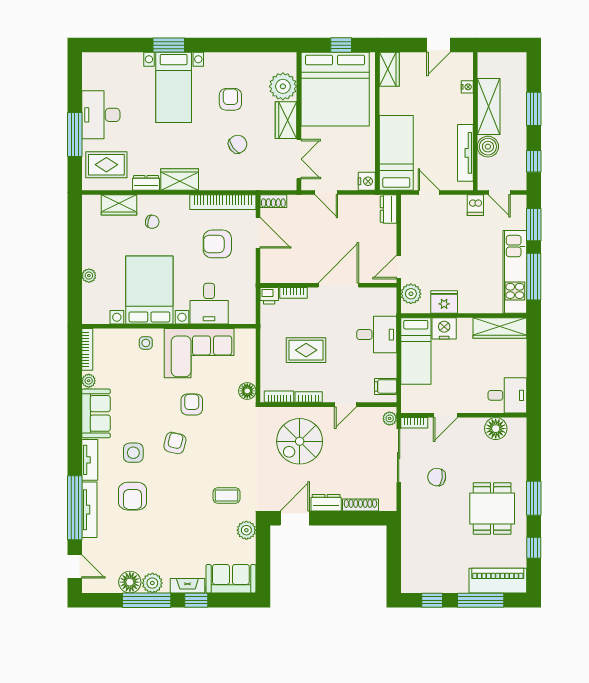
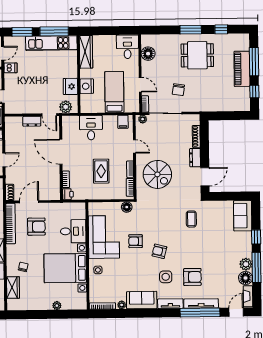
dresser: (388, 209) -> (32, 121), moved
armchair: (217, 244) -> (36, 227), turned -90
bed: (416, 351) -> (114, 92), moved, turned -90
door: (295, 518) -> (205, 177), swing flipped
plant: (246, 530) -> (213, 207), removed
piano: (498, 581) -> (242, 69), moved
fireplace: (187, 586) -> (248, 296), moved

